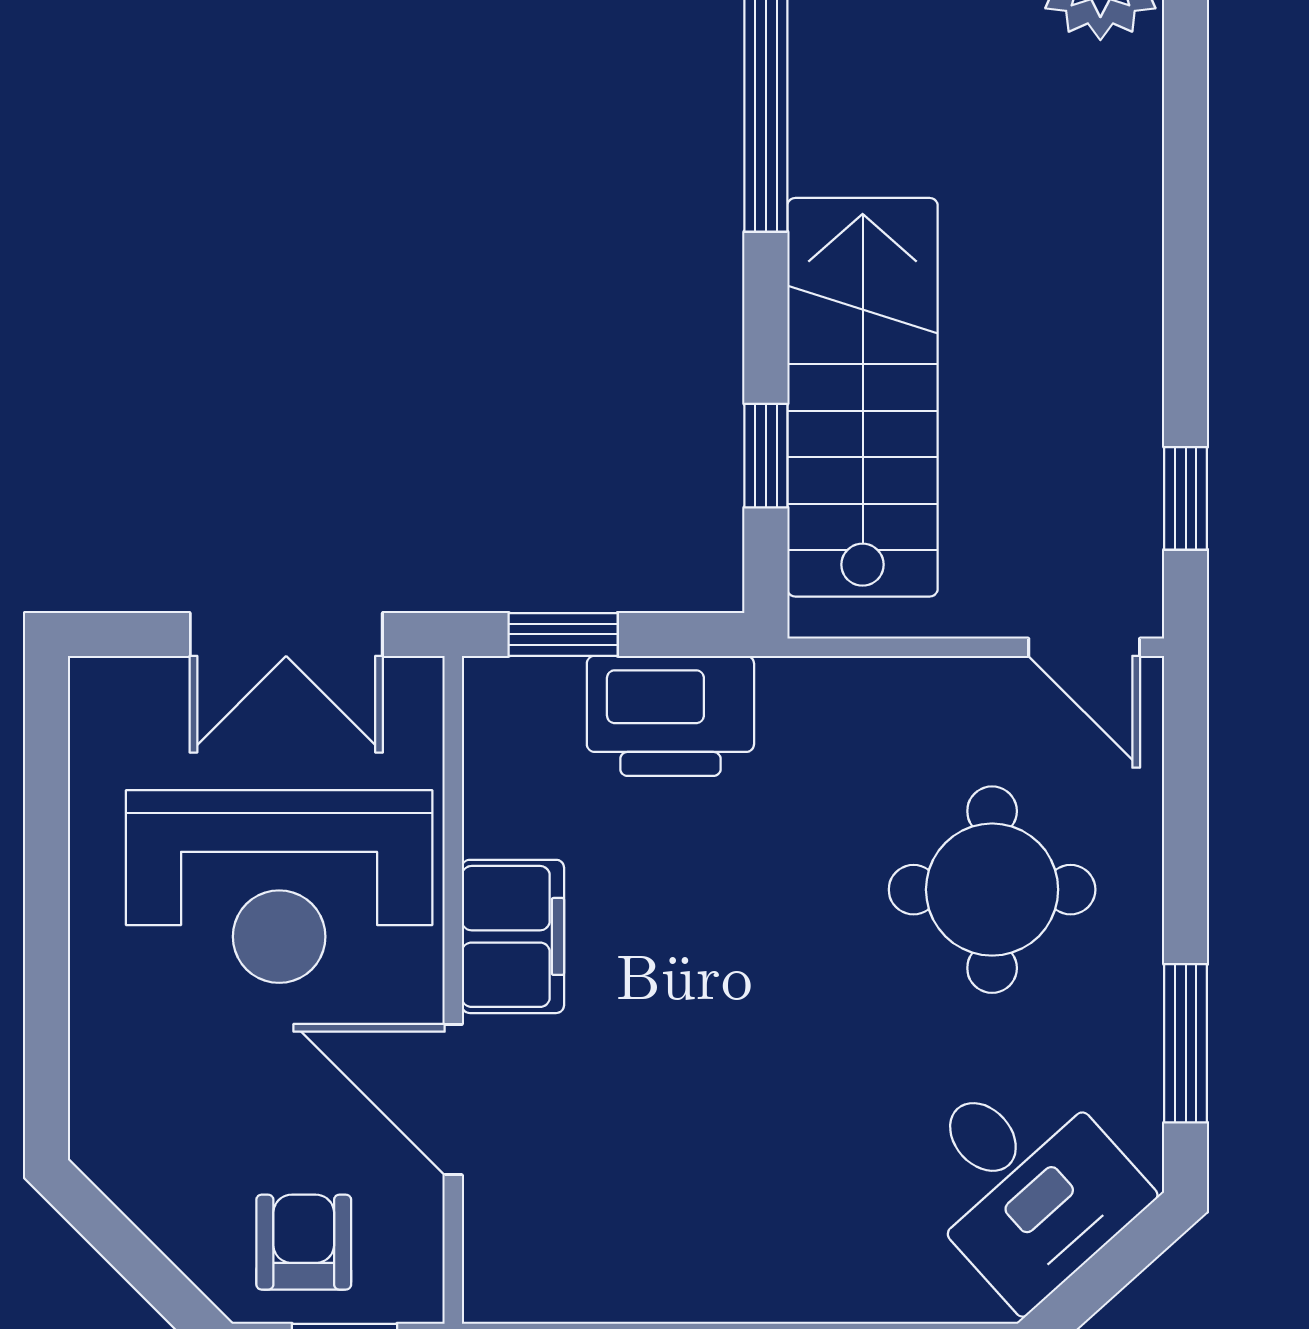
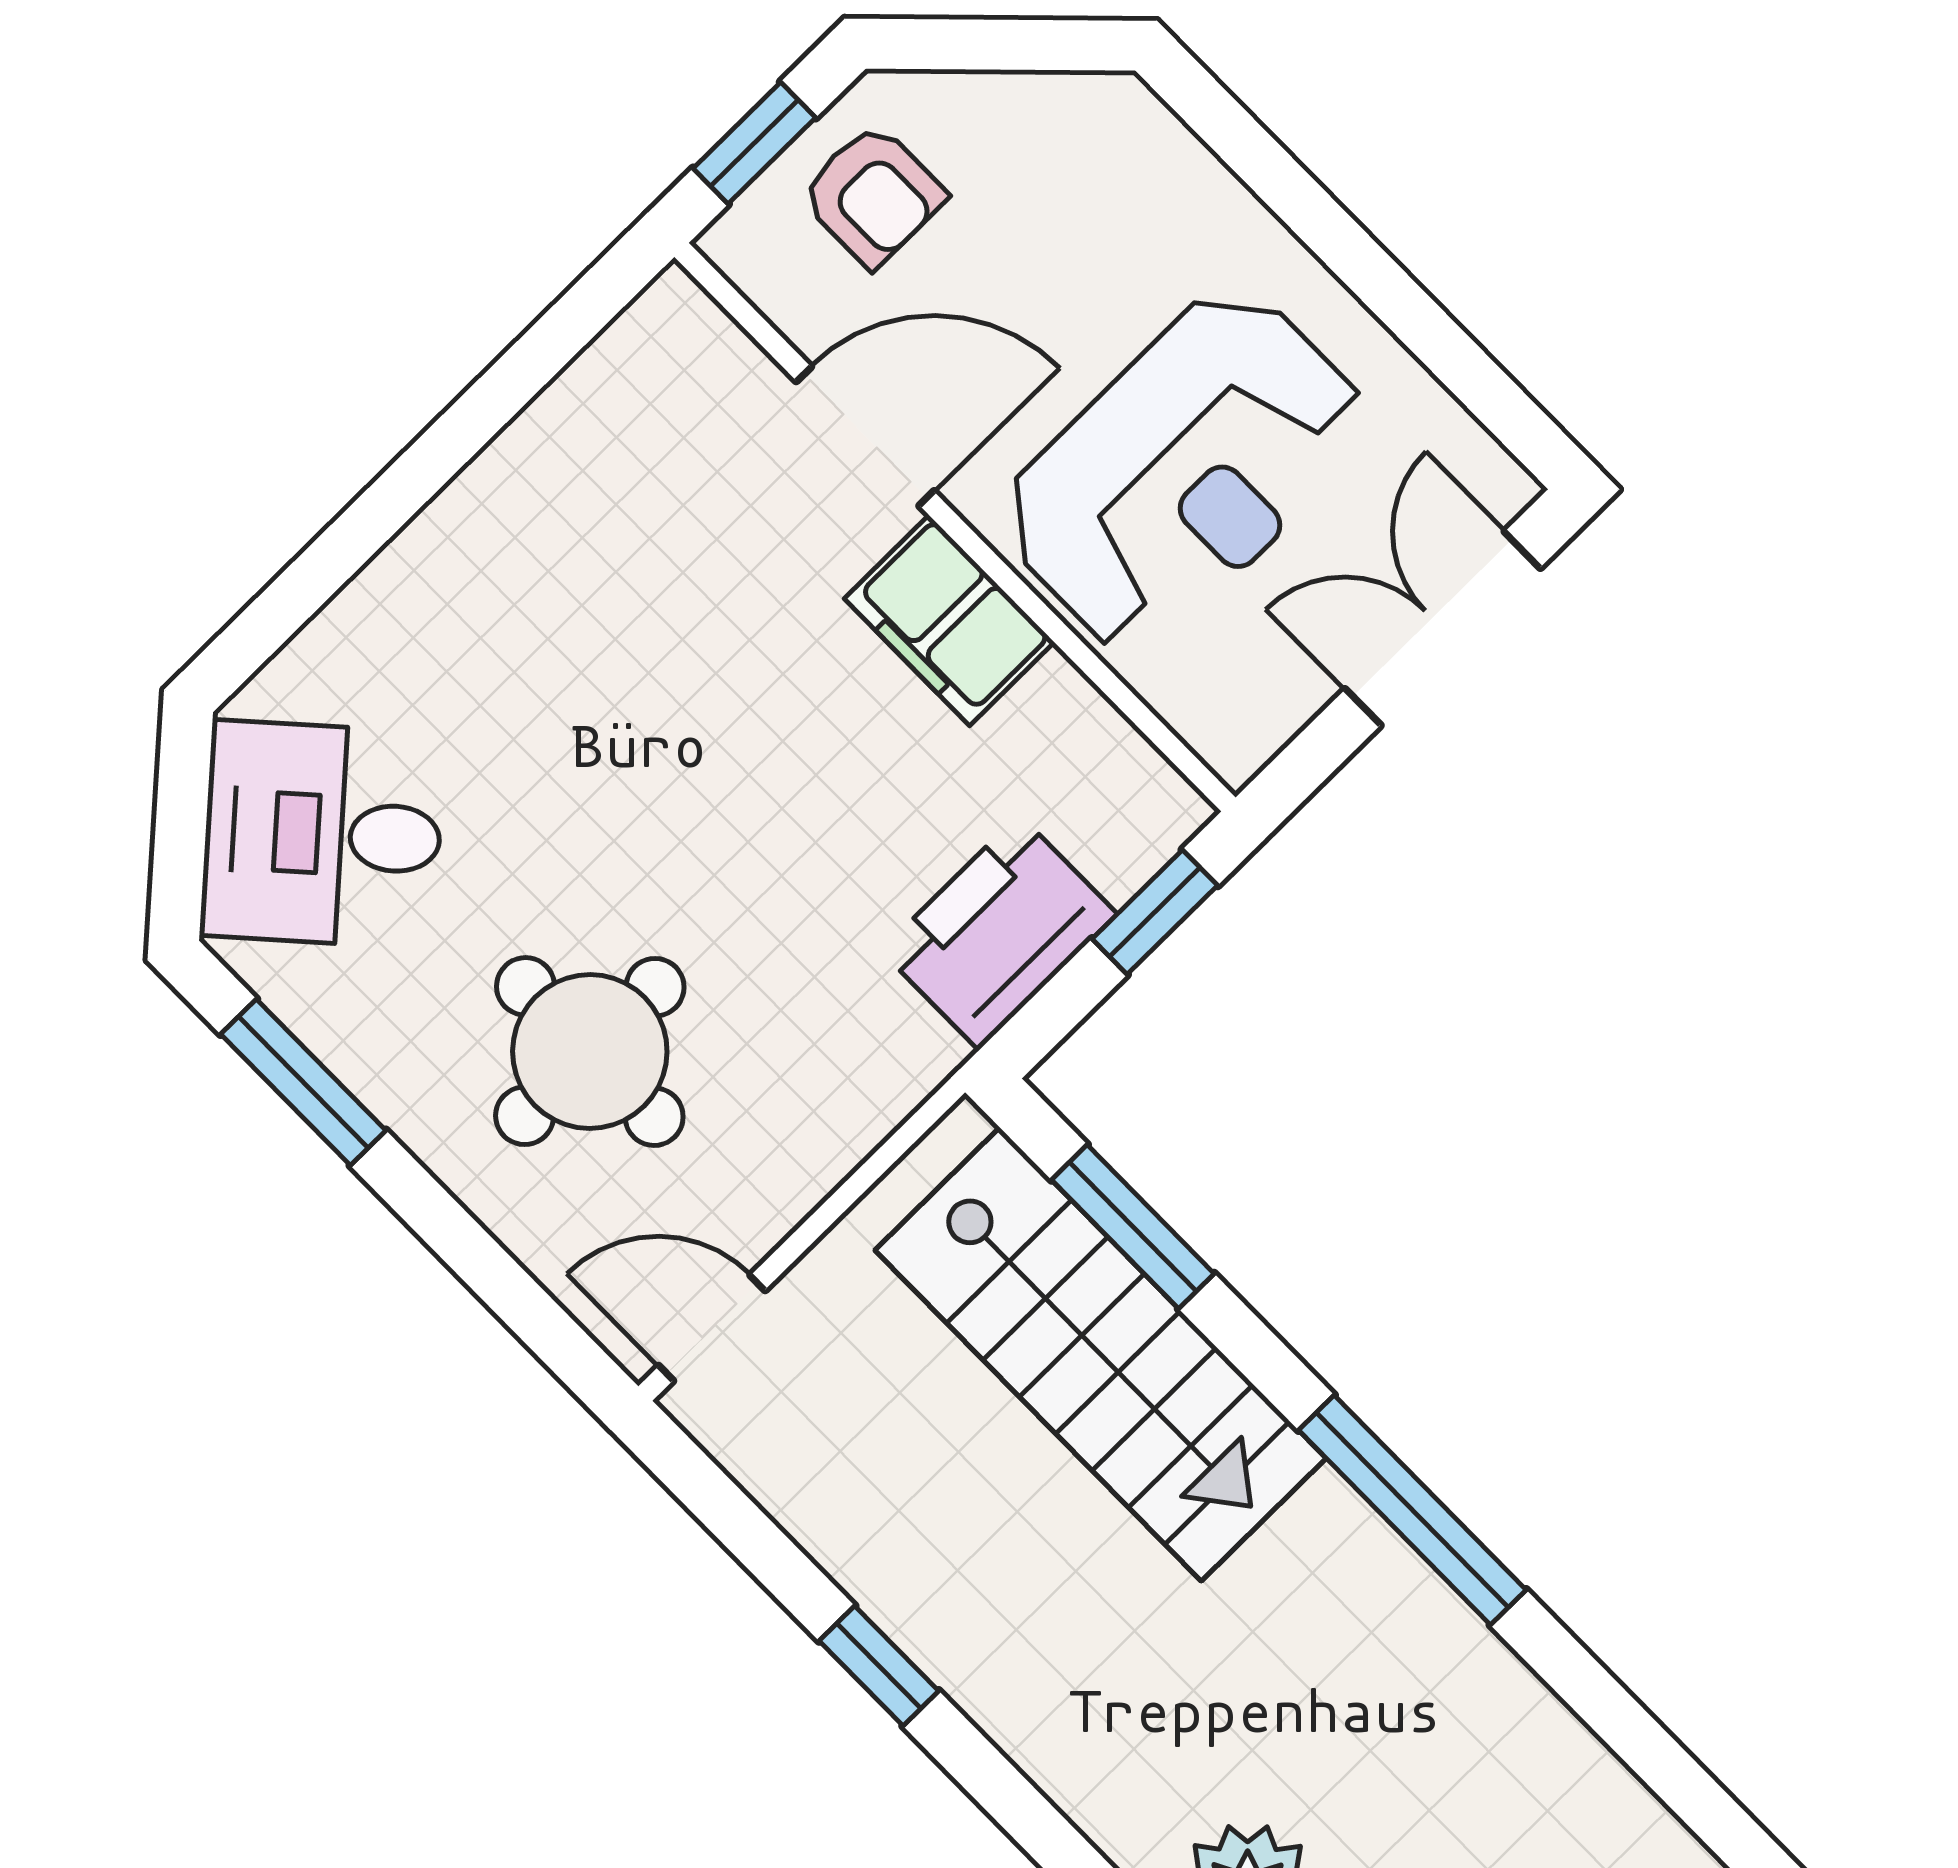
window: (766, 456) -> (1133, 1227), width x1.50
window: (1186, 498) -> (879, 1666), moved
double door: (286, 634) -> (1443, 628), moved
reception desk: (279, 887) -> (1184, 470), turned 180

